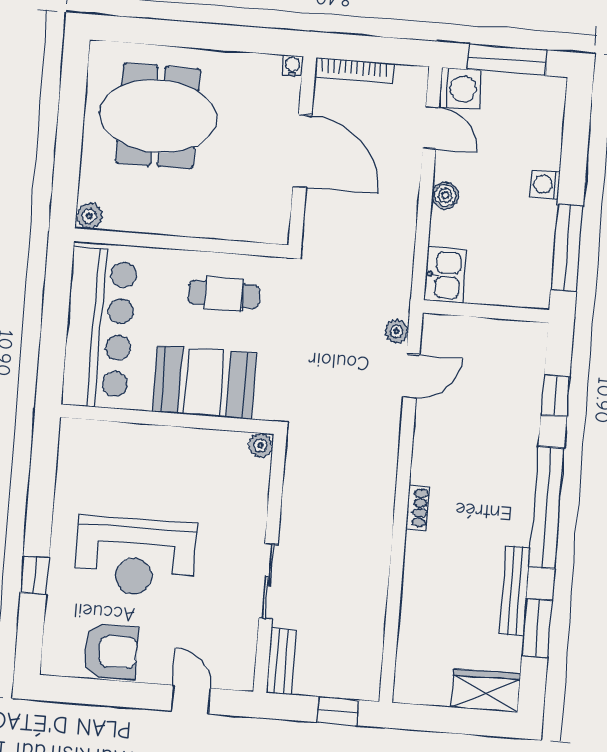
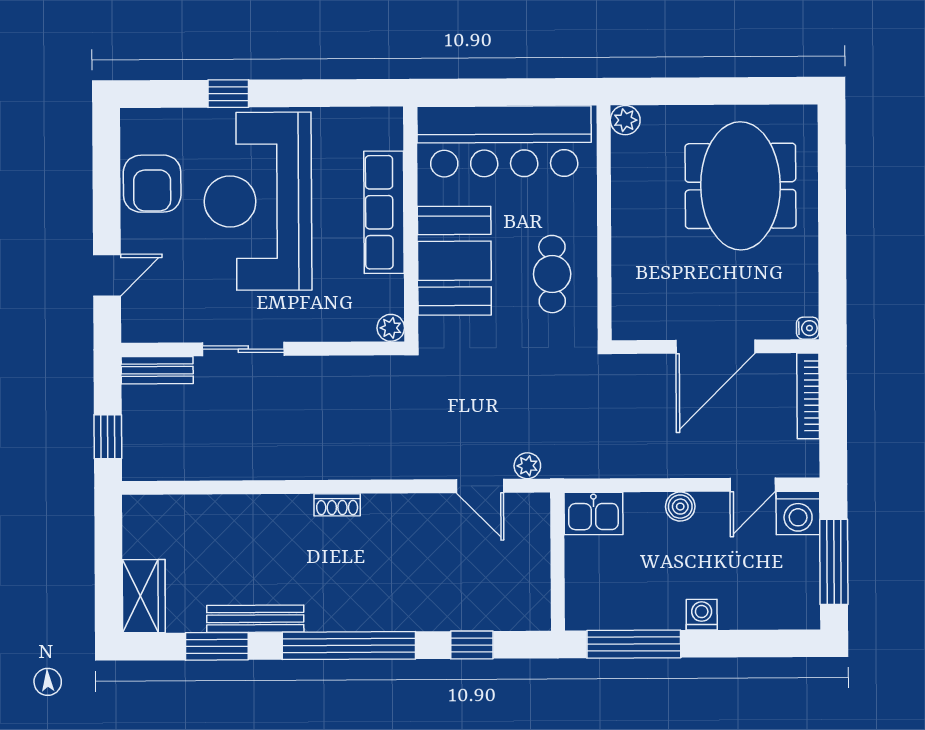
row of seats: (155, 443) -> (384, 212), added
reception desk: (135, 557) -> (258, 201), width x1.36, depth x1.30

